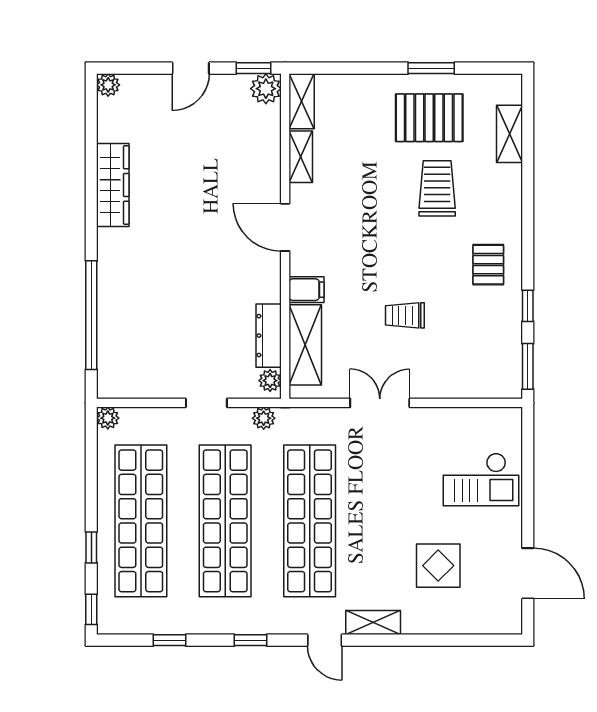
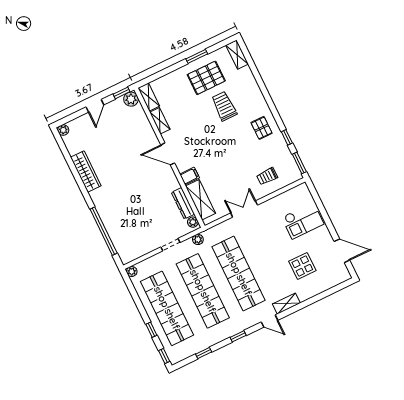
shelving: (509, 134) -> (237, 55), moved
trolley: (405, 315) -> (267, 176), moved

